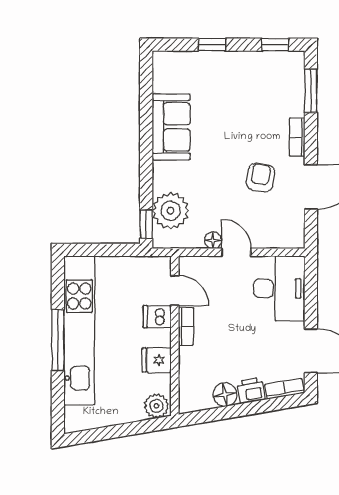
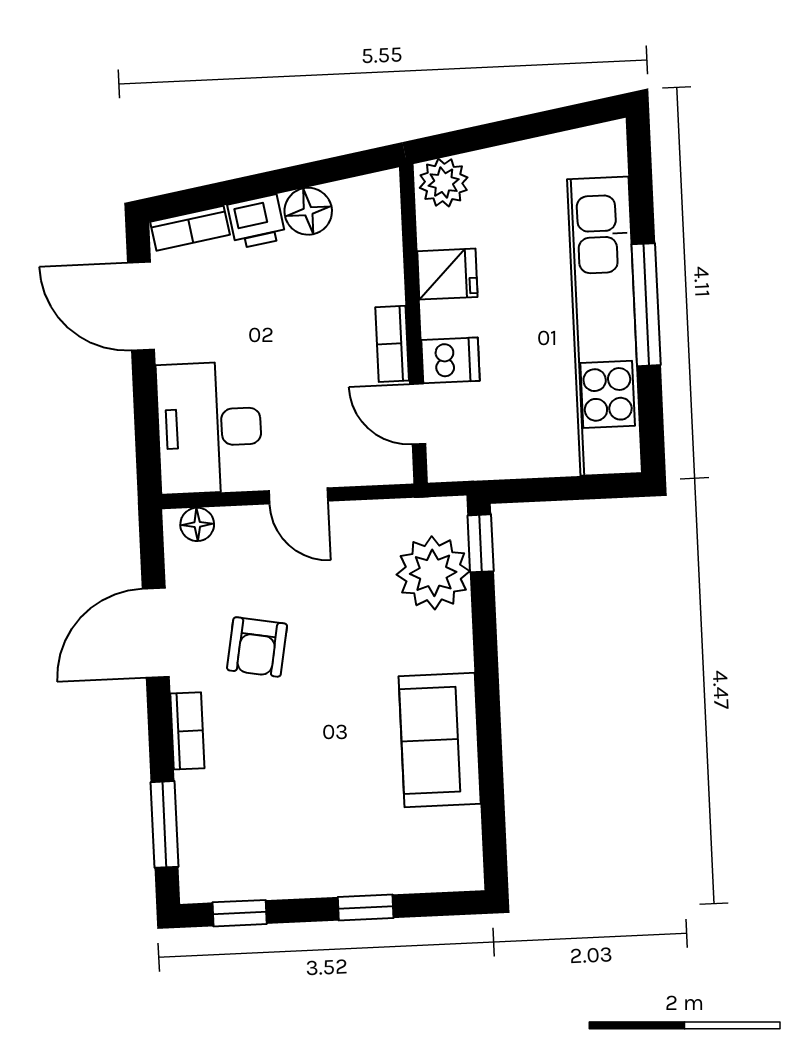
floor lamp: (213, 240) -> (197, 524), moved

